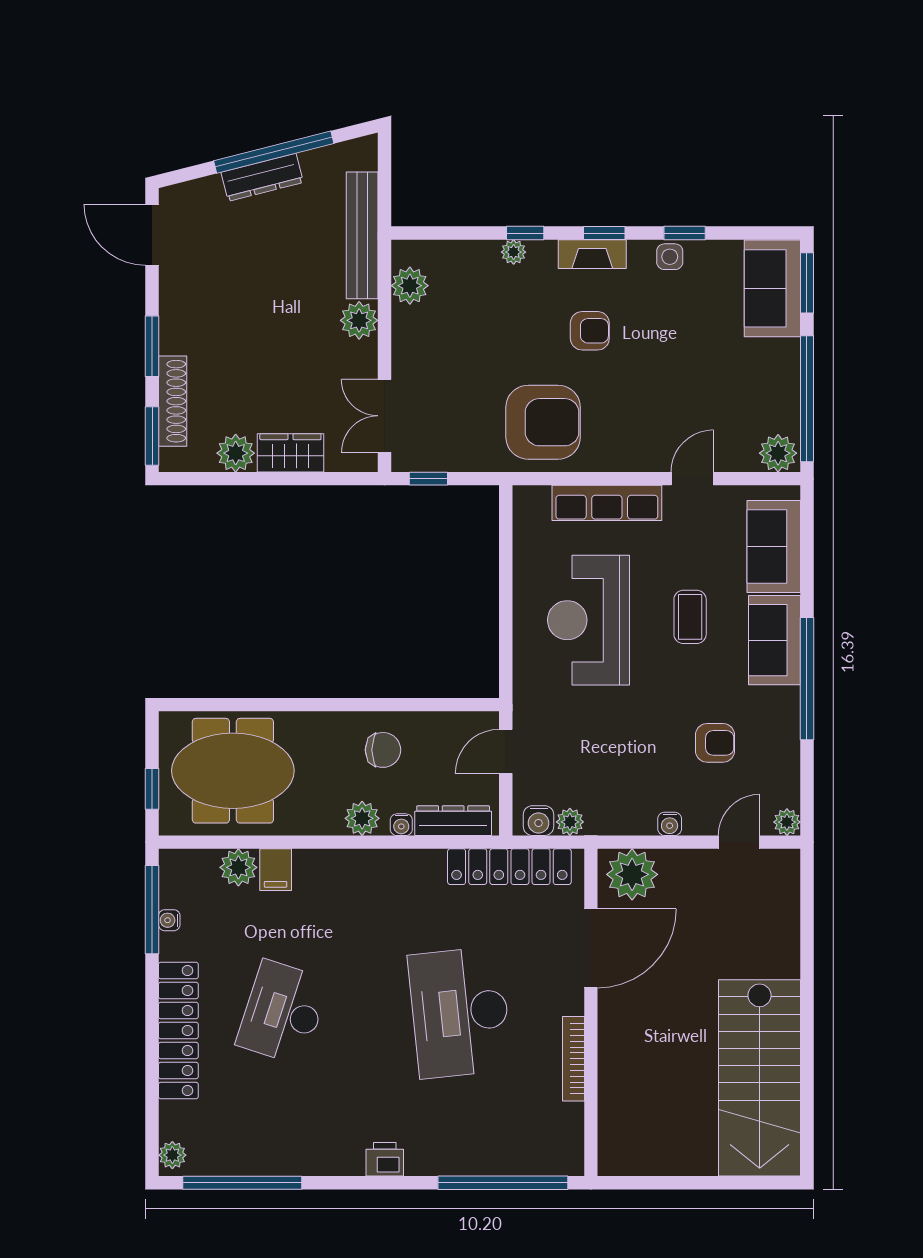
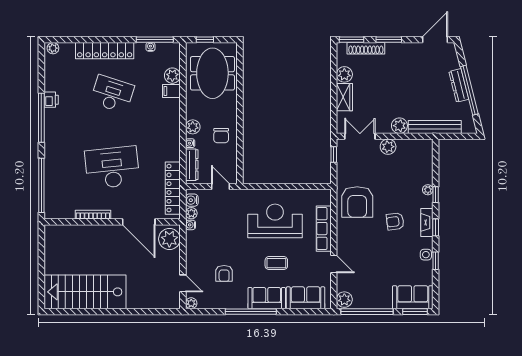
plant: (410, 286) -> (388, 147), moved
armchair: (590, 331) -> (395, 221), turned 83
water cooler: (670, 824) -> (190, 225), moved
printer: (385, 1159) -> (51, 100), moved
window: (242, 1183) -> (41, 118), moved

